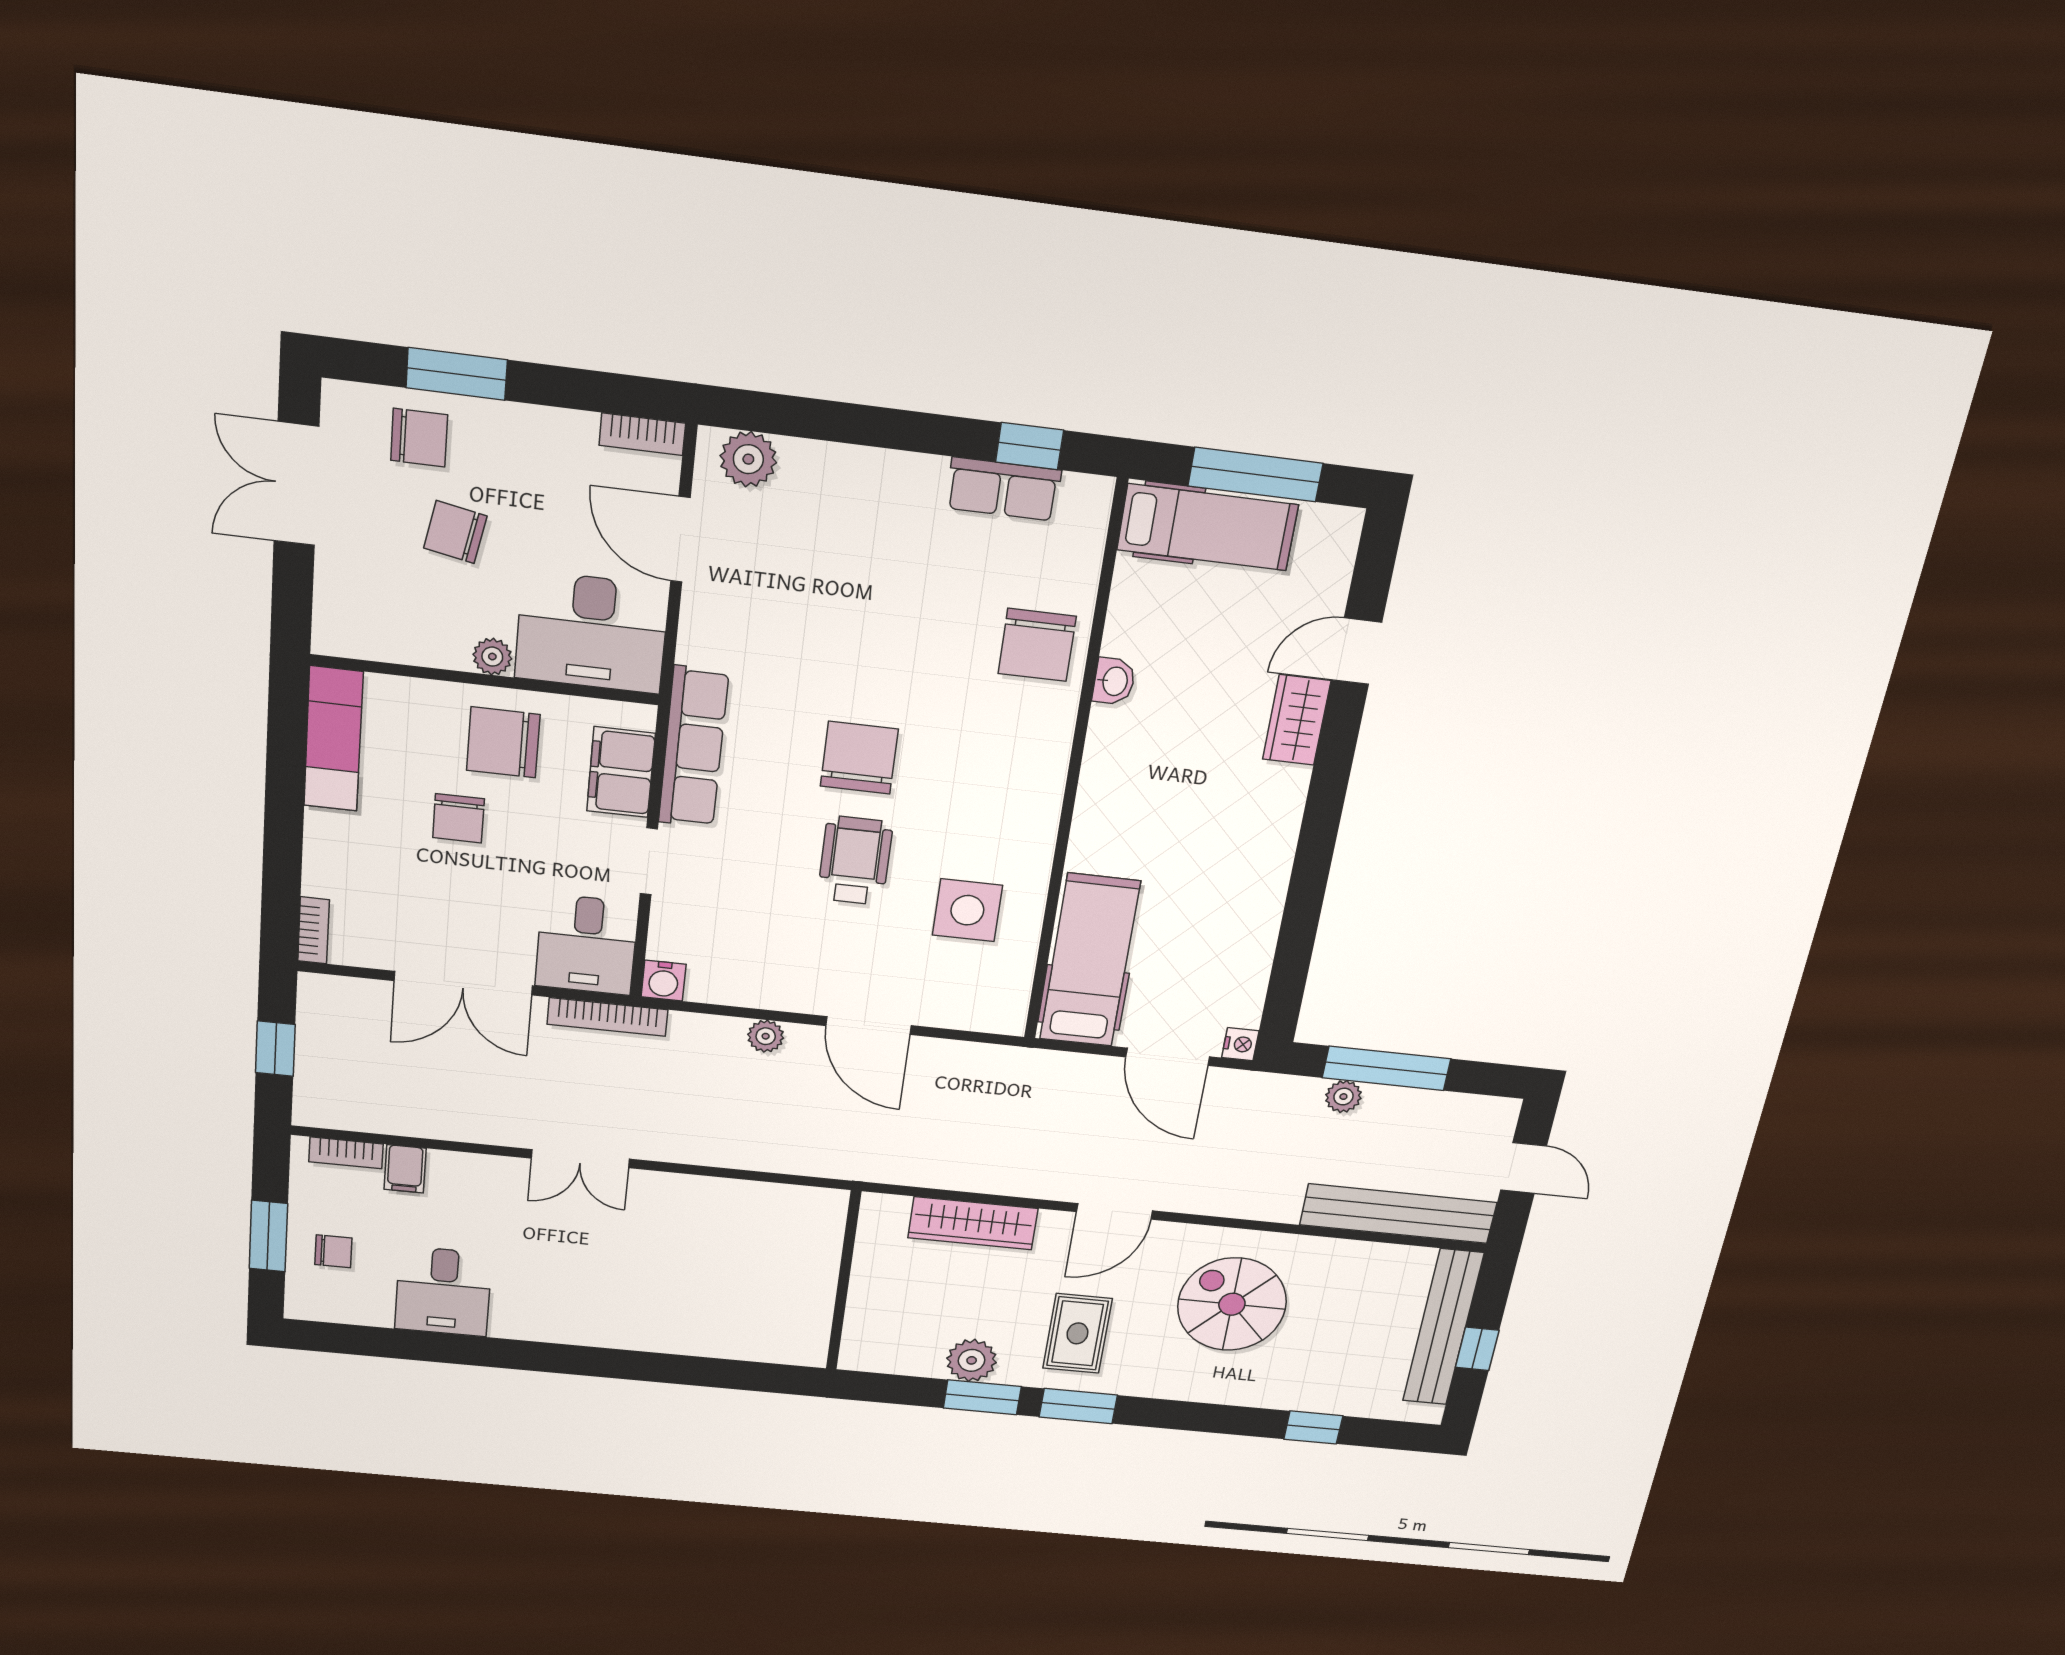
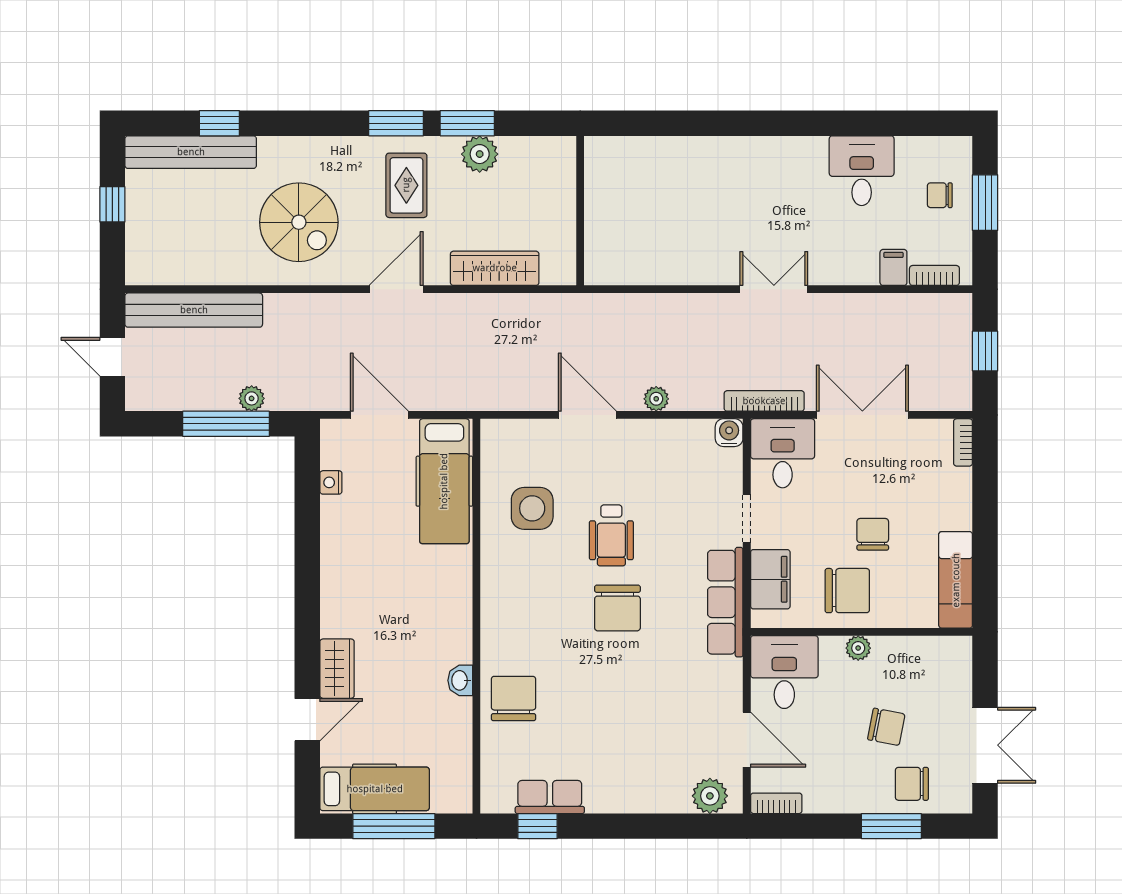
hospital bed: (1207, 527) -> (375, 789), moved, turned 180
desk: (592, 632) -> (784, 672), width x0.73
nightstand: (1240, 1044) -> (331, 482), moved
bench: (1443, 1327) -> (191, 152), moved, turned 90

